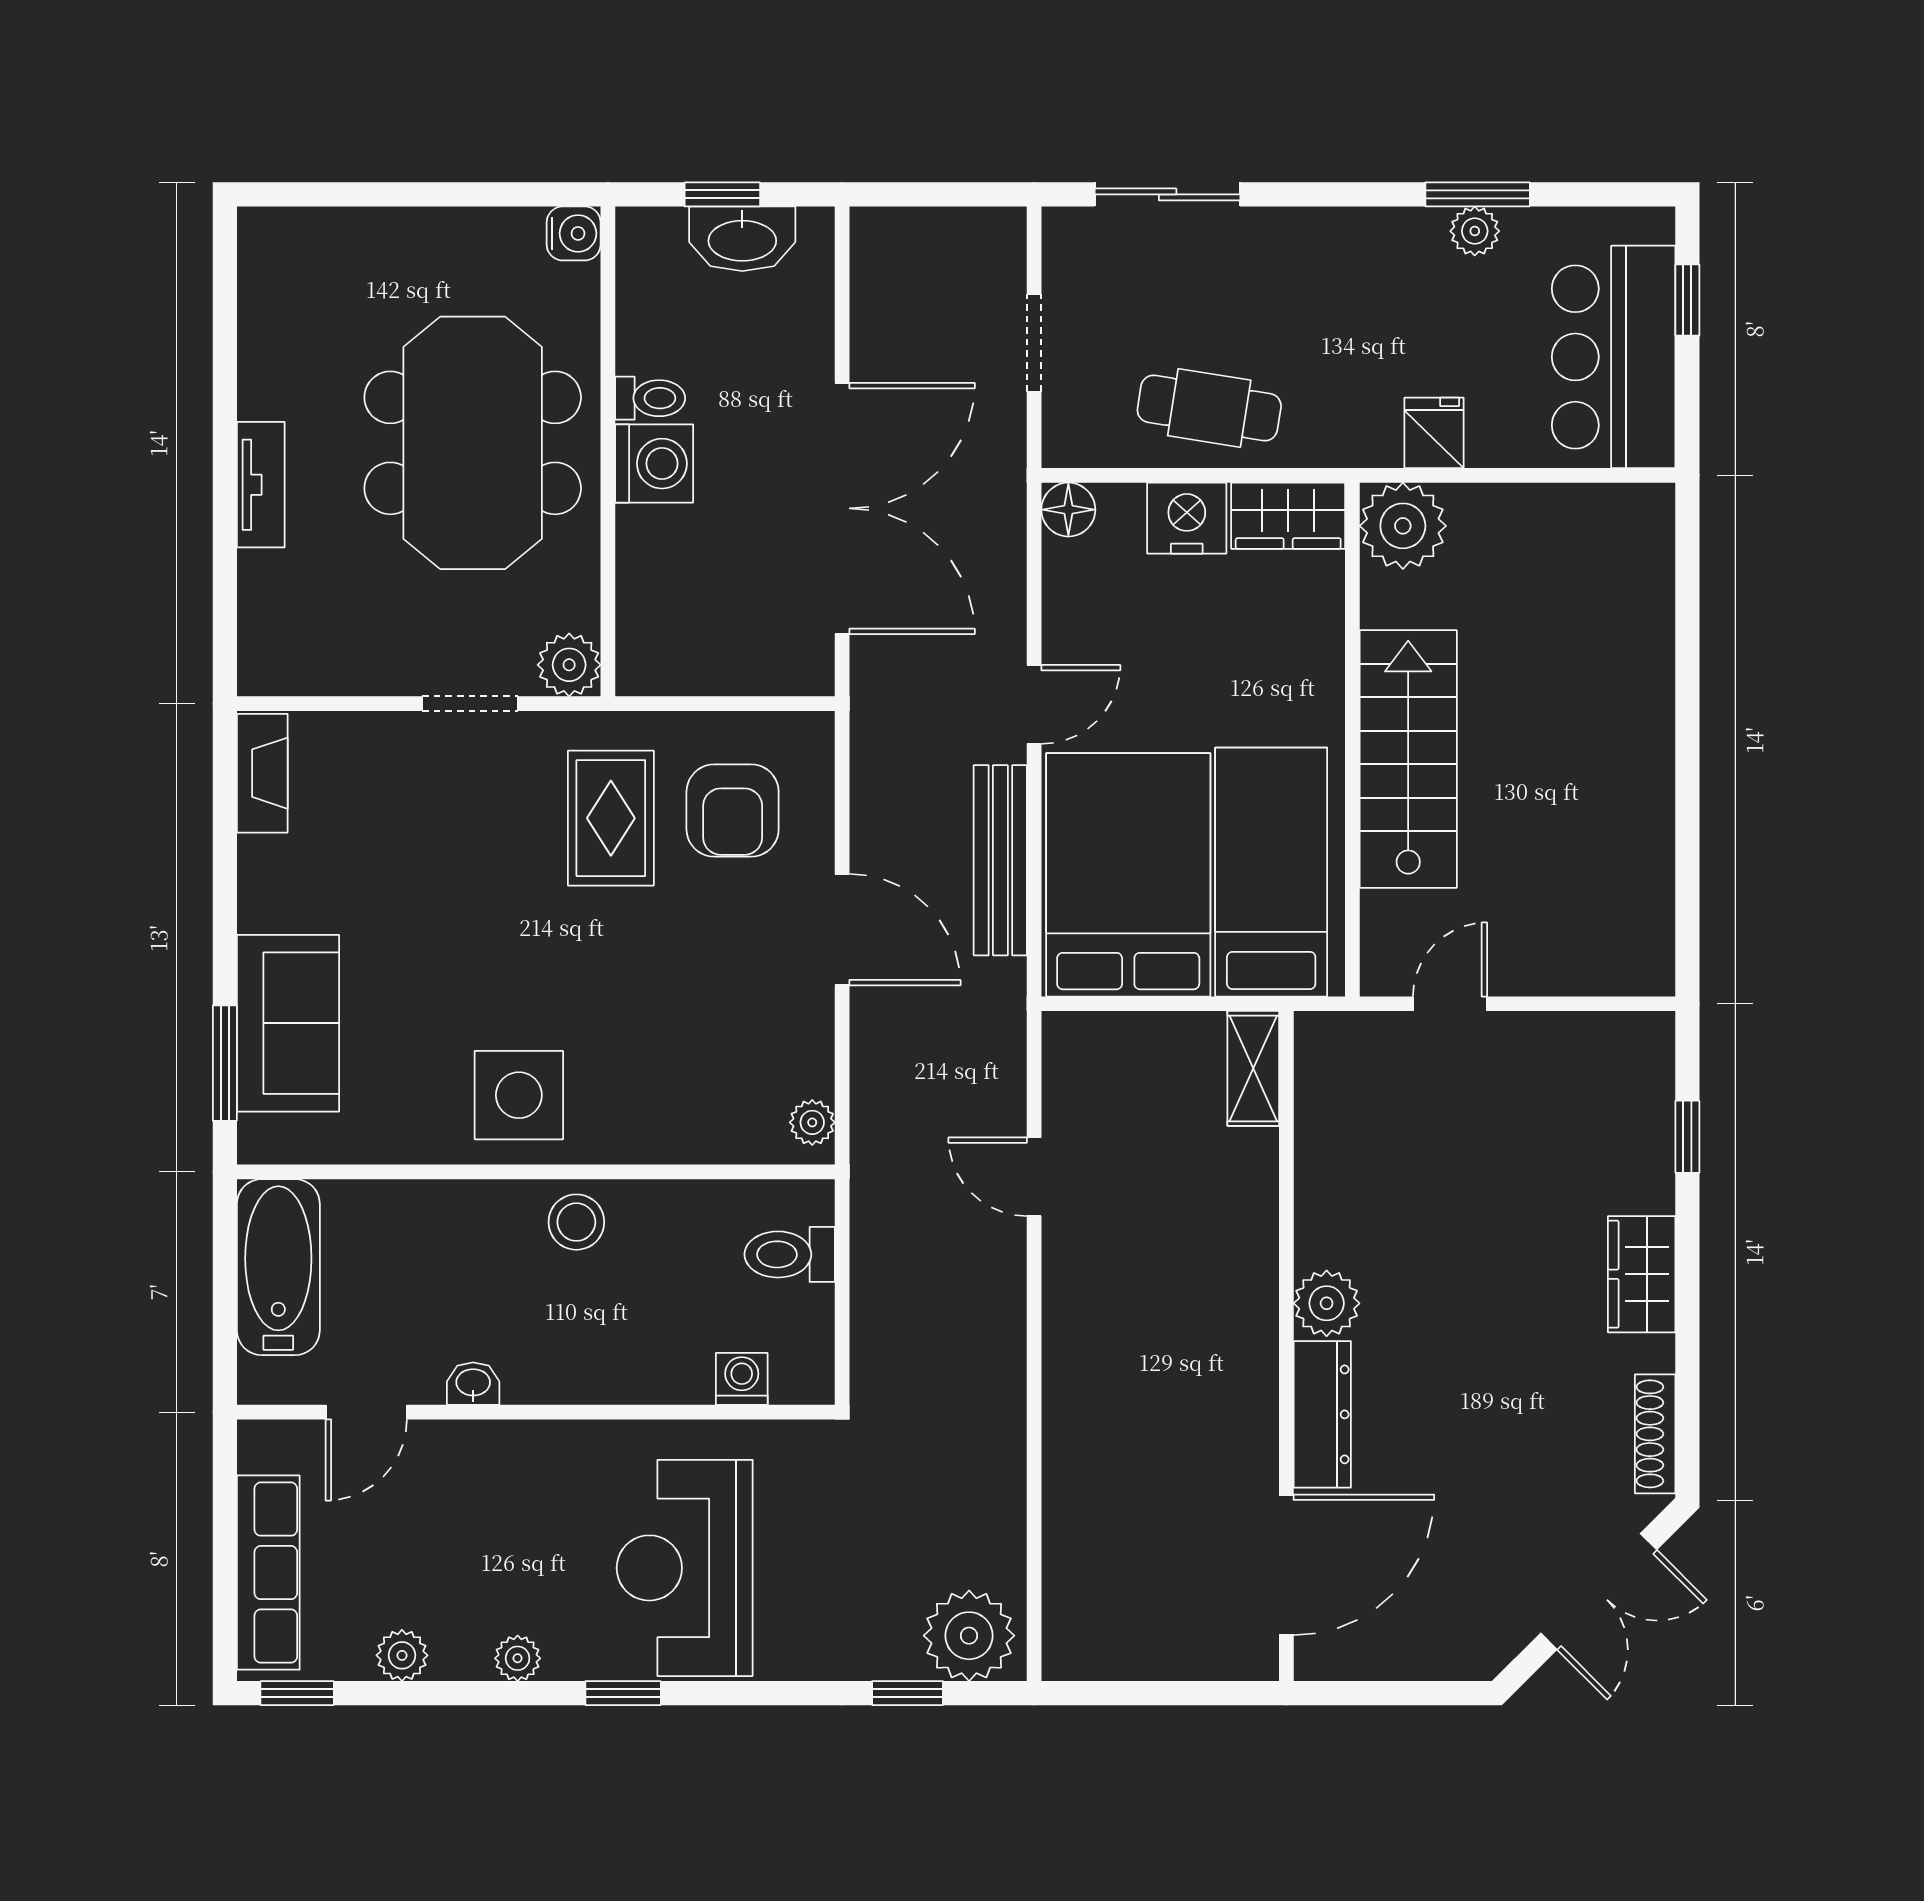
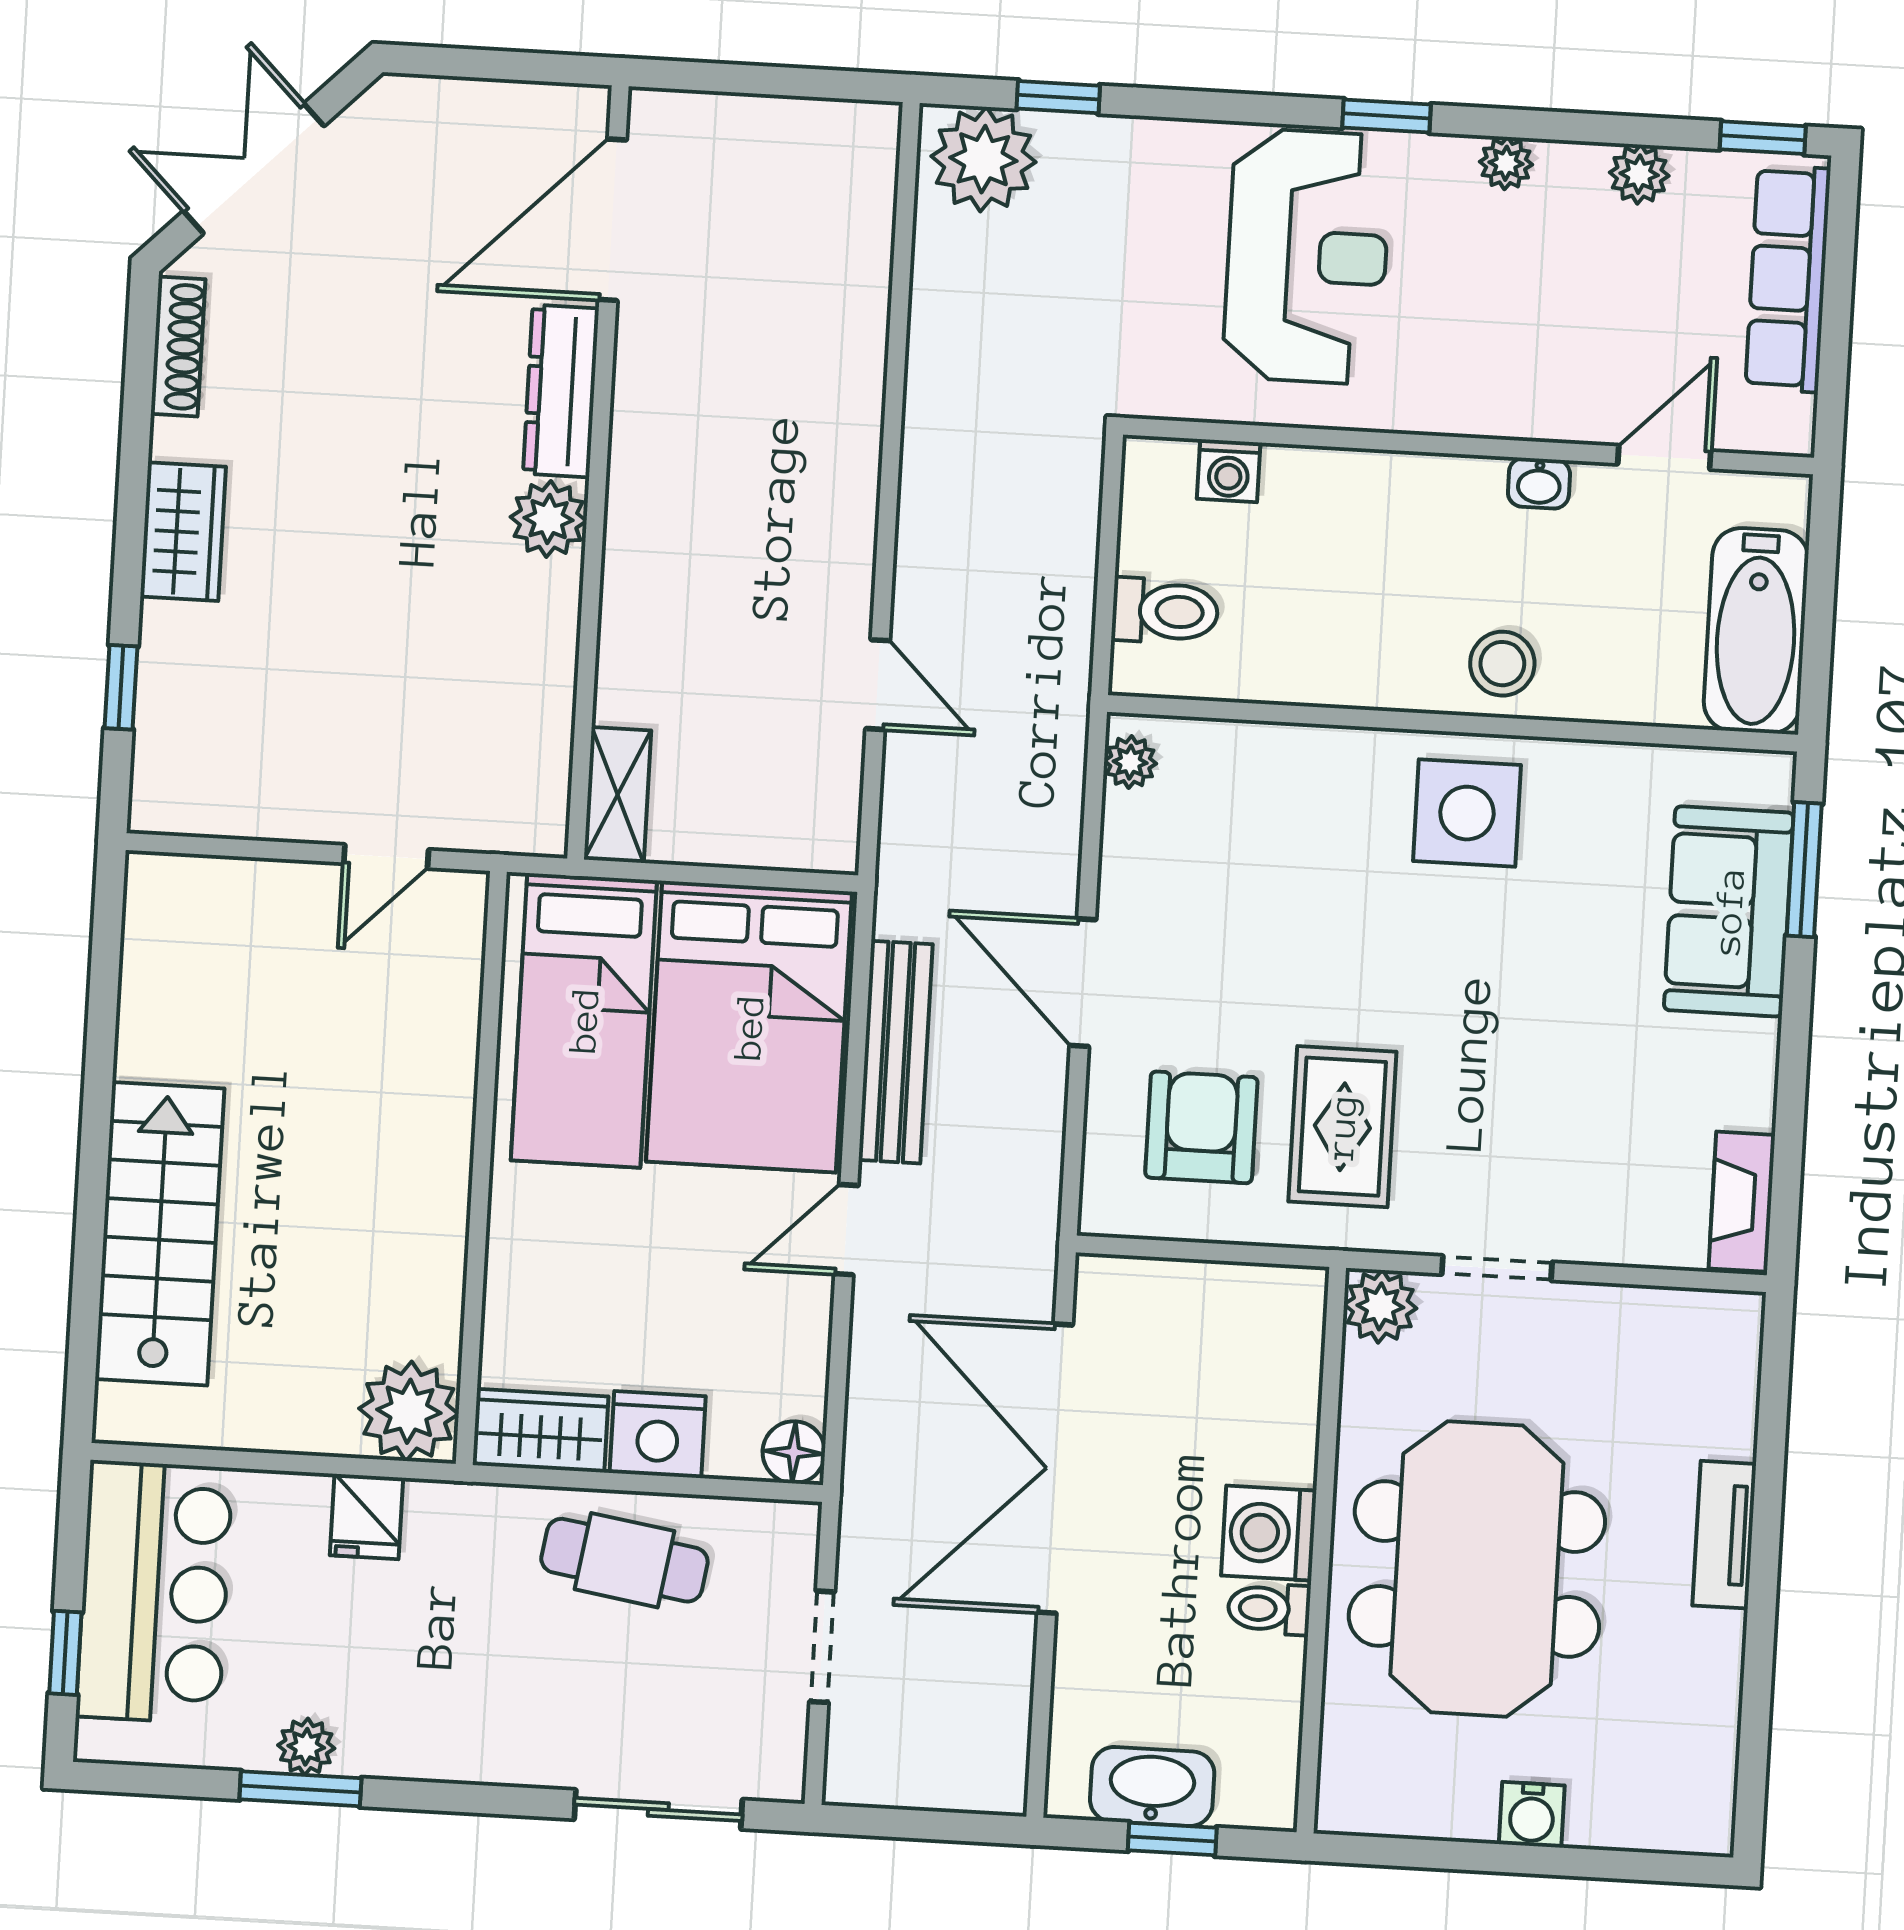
water cooler: (574, 233) -> (1532, 1815), moved, turned -90
stairs: (1408, 759) -> (160, 1234), moved, turned 180
stool: (576, 1222) -> (1502, 664), moved

